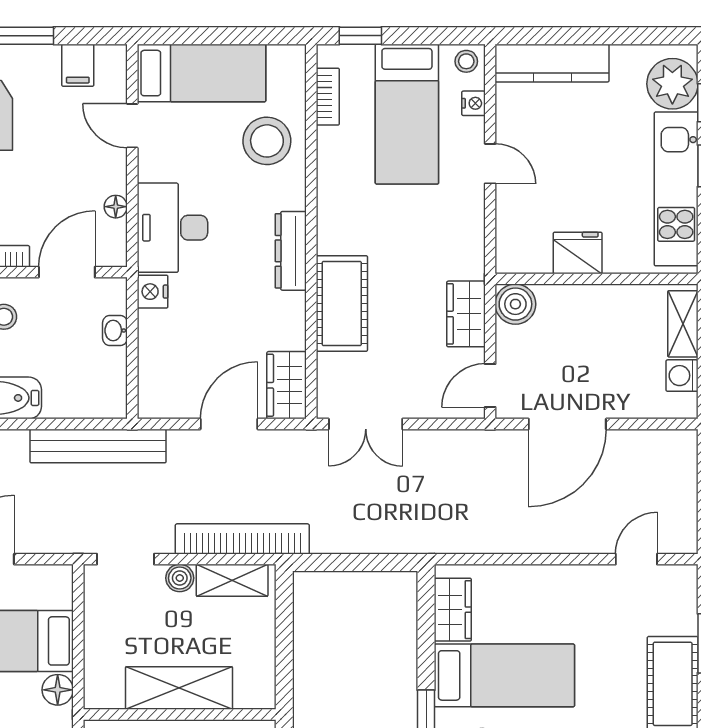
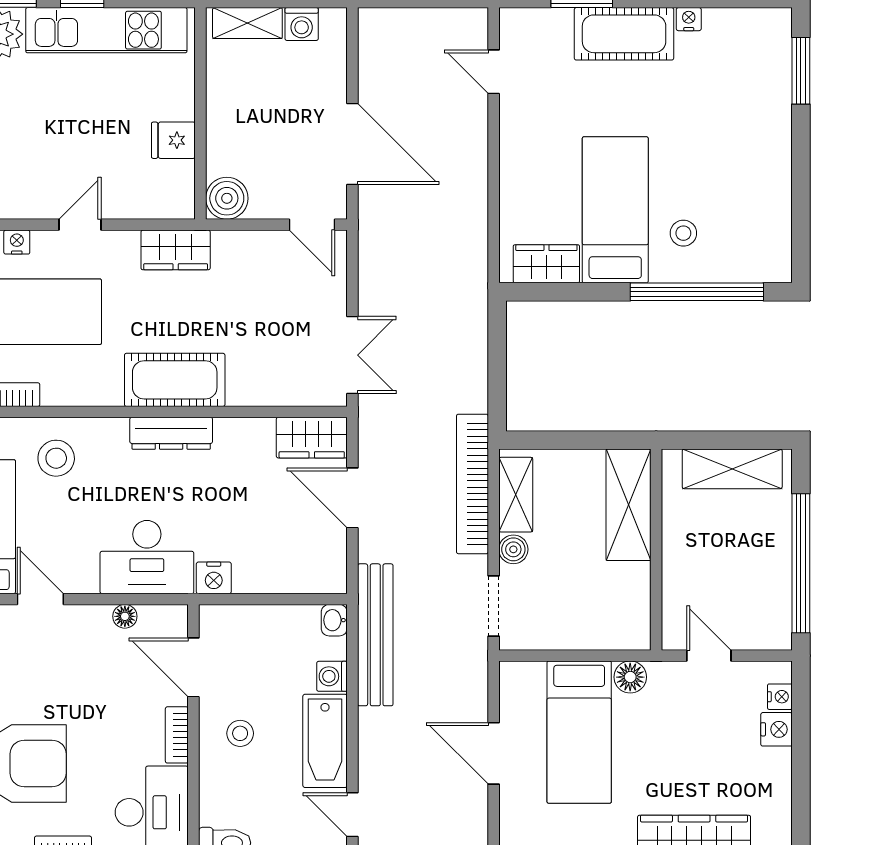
door: (132, 126) -> (40, 599), swing flipped
stool: (267, 141) -> (56, 458), width x0.73, depth x0.73
fridge: (578, 253) -> (173, 140), width x0.72
cot: (342, 303) -> (175, 380), moved
wardrobe: (466, 314) -> (176, 250), moved
washbasin: (115, 331) -> (334, 620), moved, turned 90
washing machine: (58, 405) -> (332, 676), added
shelving: (179, 688) -> (628, 505), moved

